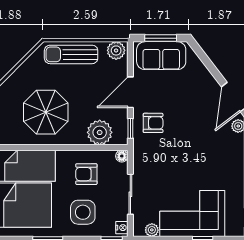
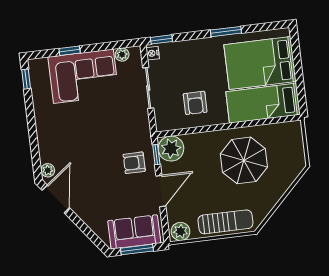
plant: (100, 132) -> (171, 149), moved
floor lamp: (122, 156) -> (162, 125), removed
armchair: (86, 174) -> (195, 103), turned 90
side table: (83, 212) -> (194, 64), removed

